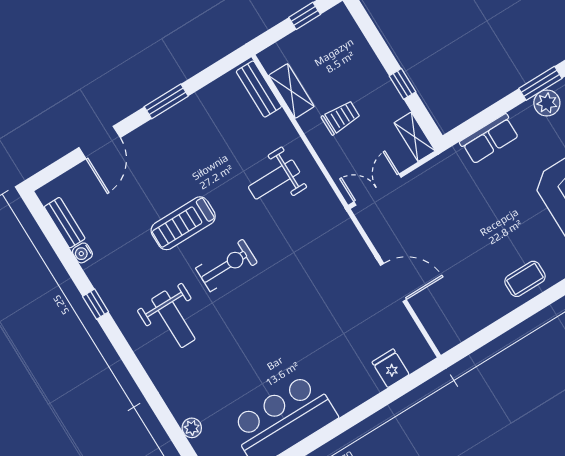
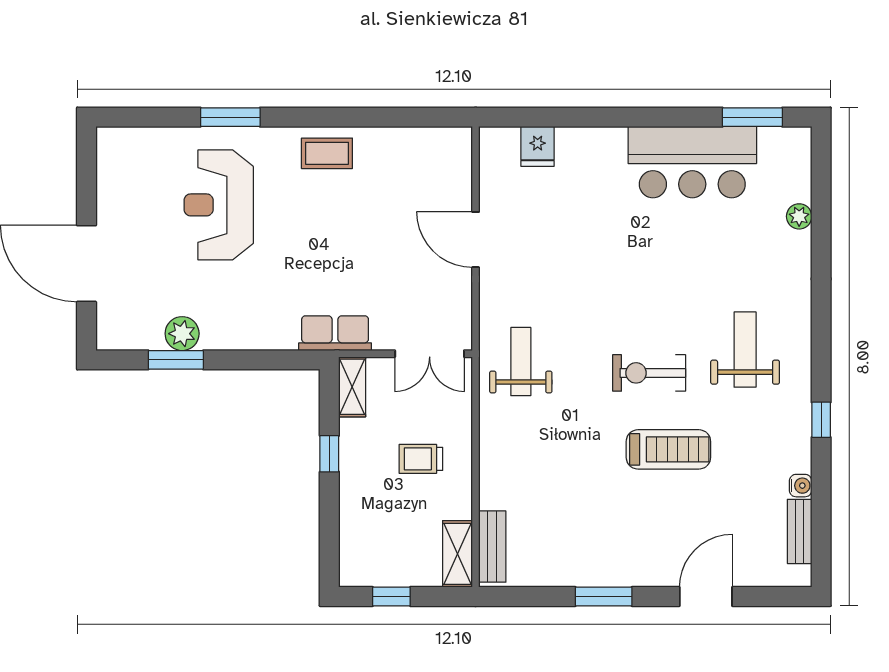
shelving: (291, 91) -> (458, 554), moved
row of seats: (489, 139) -> (335, 333), moved
weight bench: (274, 180) -> (521, 362), moved, turned -90

